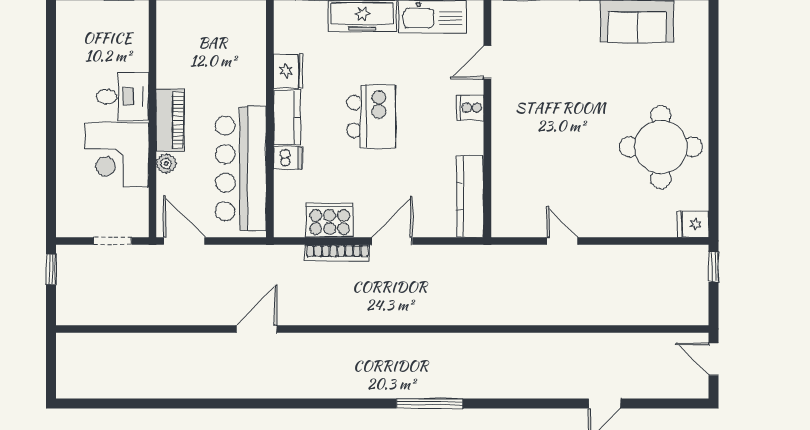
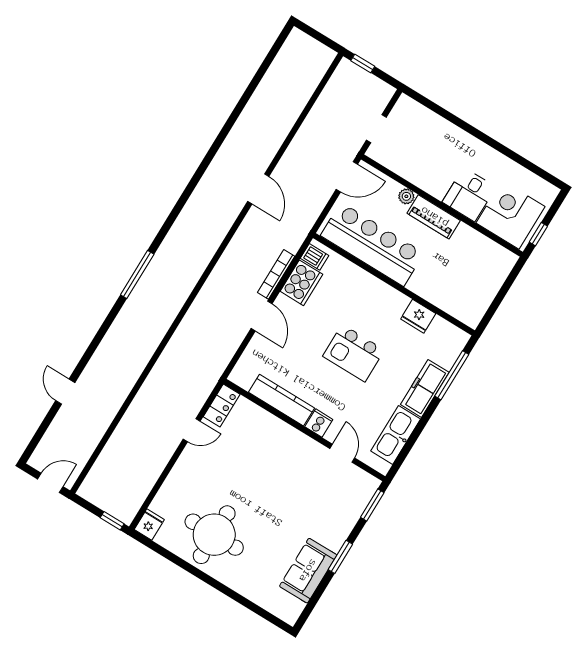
kitchen counter: (287, 117) -> (387, 296), removed
corner desk: (117, 155) -> (511, 215), moved
dishwasher: (288, 158) -> (315, 257), moved, turned -90
kitchen counter: (470, 196) -> (282, 400), moved
locker: (516, 225) -> (222, 406), added
window: (51, 269) -> (363, 63), moved

